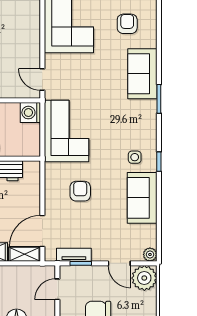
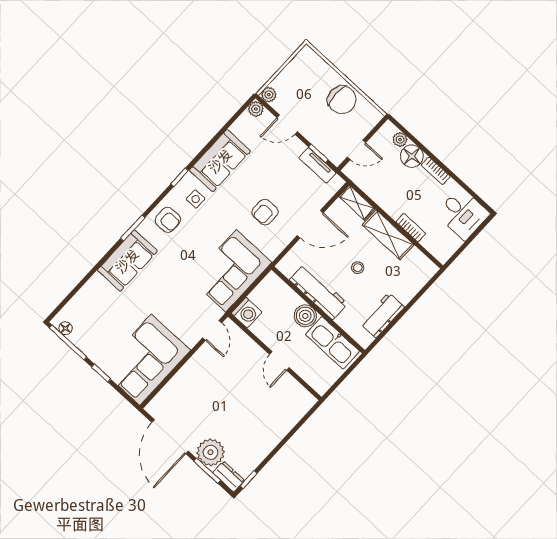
armchair: (127, 24) -> (168, 220), moved, turned -90
door: (42, 231) -> (310, 224), moved
door: (119, 263) -> (287, 125), swing flipped
plant: (144, 278) -> (269, 95), width x0.53, depth x0.53

